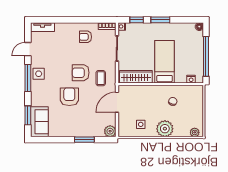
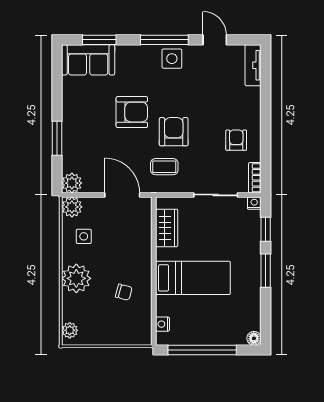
wardrobe: (136, 77) -> (167, 228), width x0.67
plant: (124, 131) -> (72, 207), added

